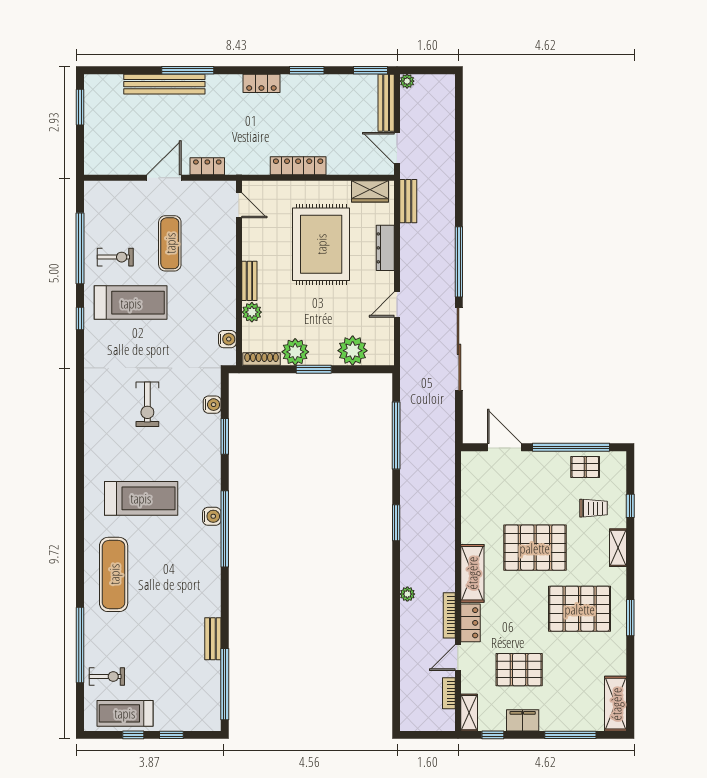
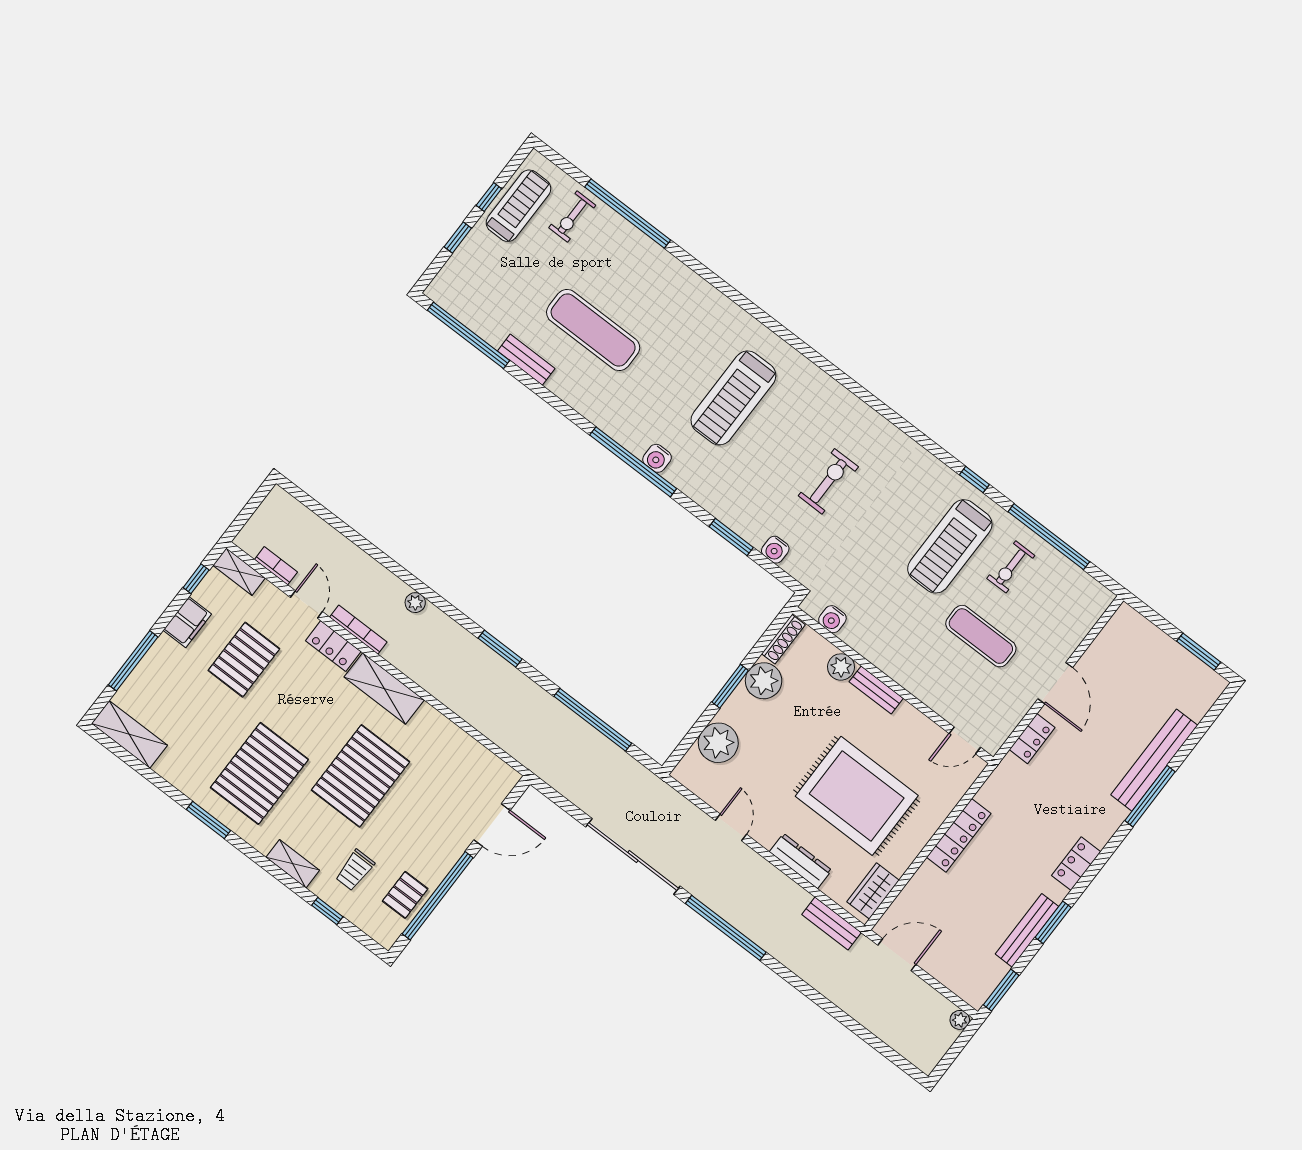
bench: (386, 103) -> (1027, 930), moved, turned 90
exercise bike: (147, 404) -> (828, 481), turned 90
exercise mat: (114, 574) -> (593, 330), moved

